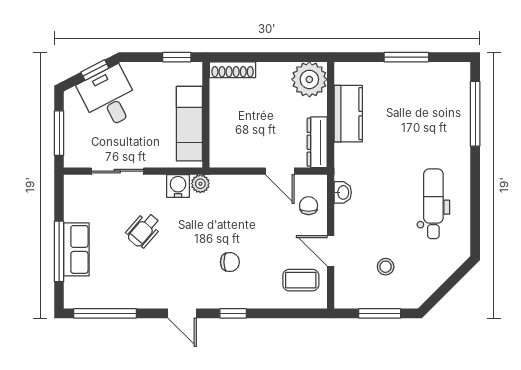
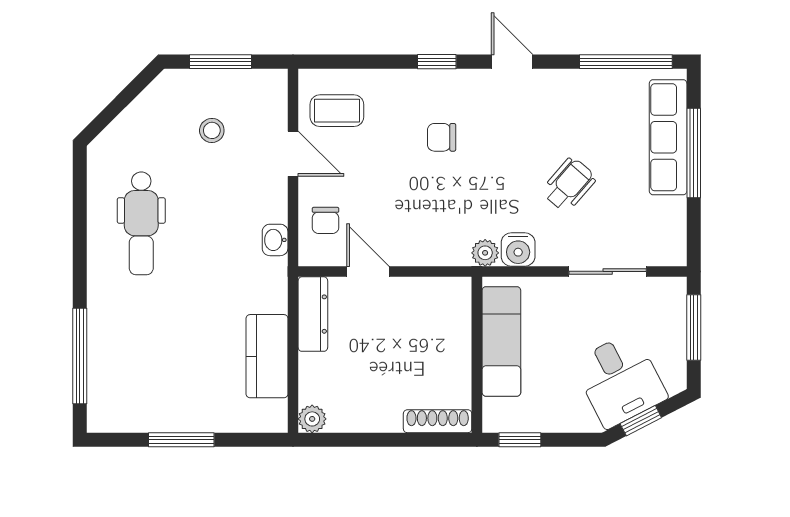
plant: (309, 79) -> (312, 419), width x0.53, depth x0.53
row of seats: (76, 249) -> (668, 137), width x1.48

